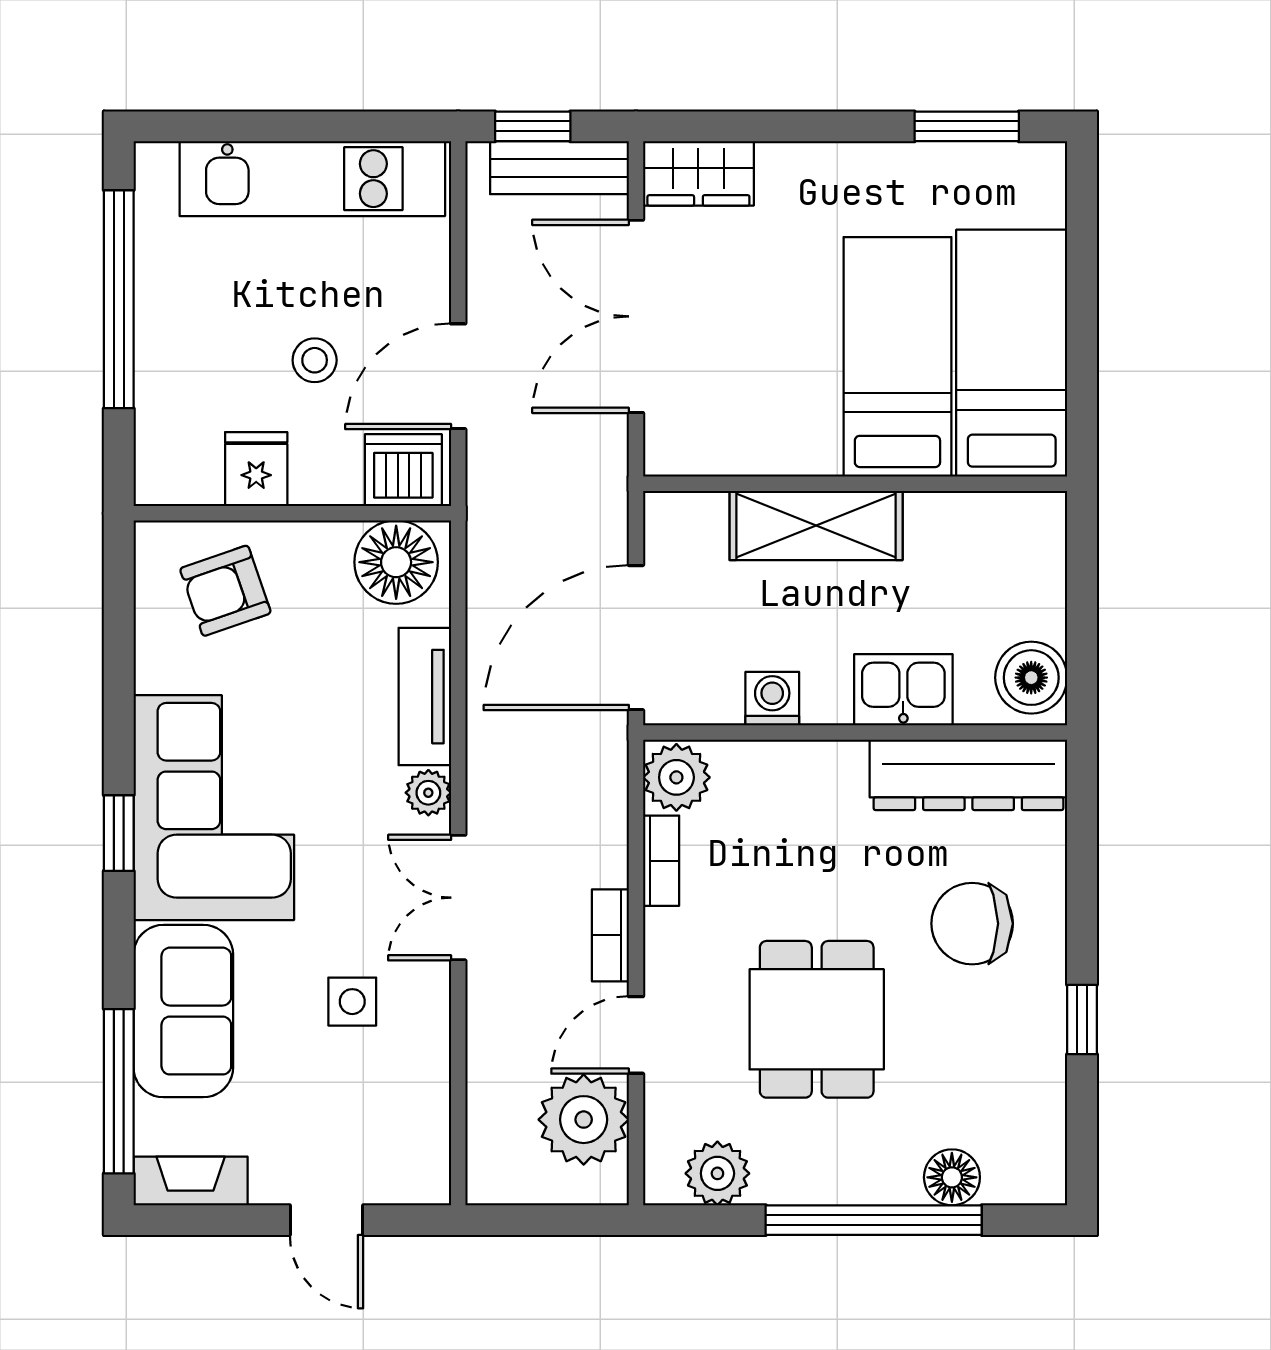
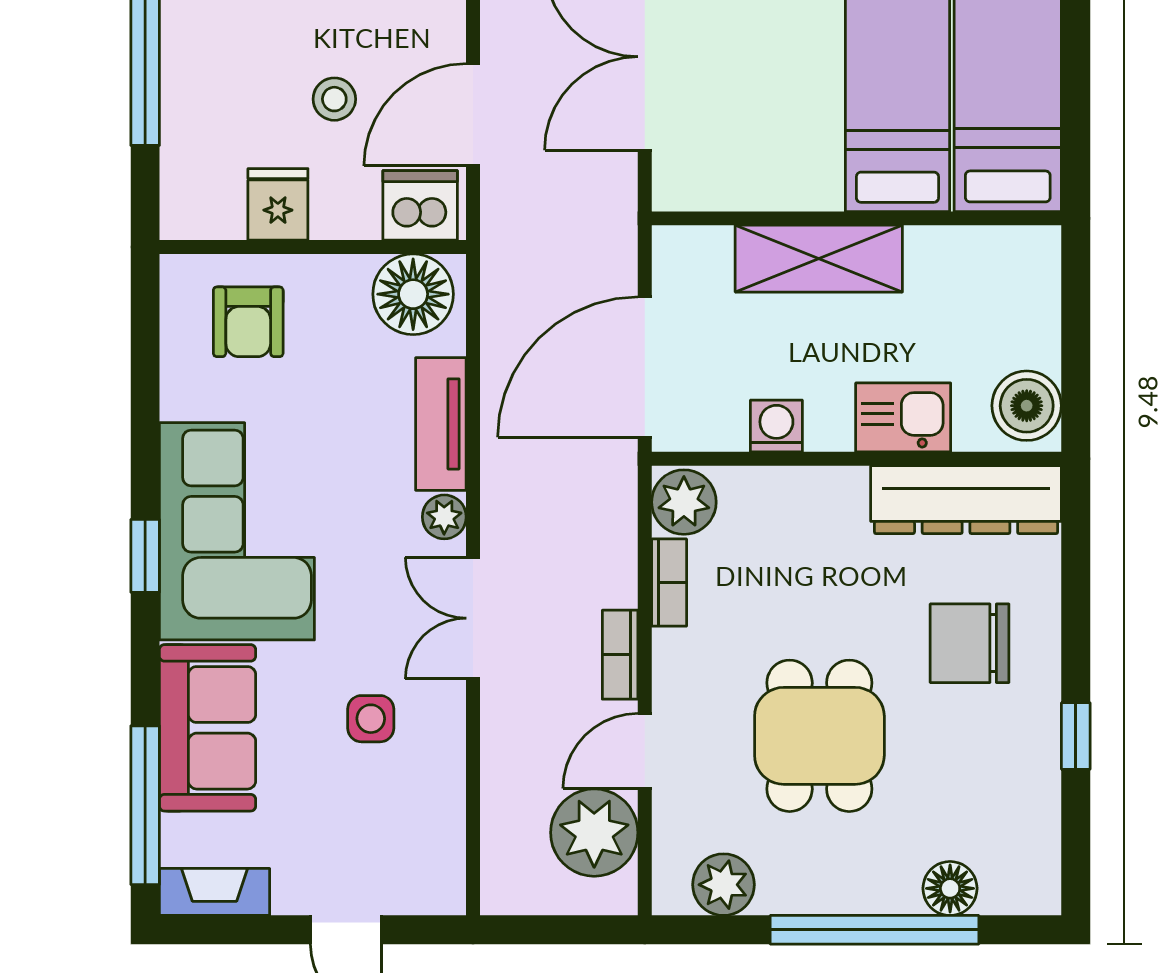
armchair: (225, 591) -> (248, 322), turned -71

